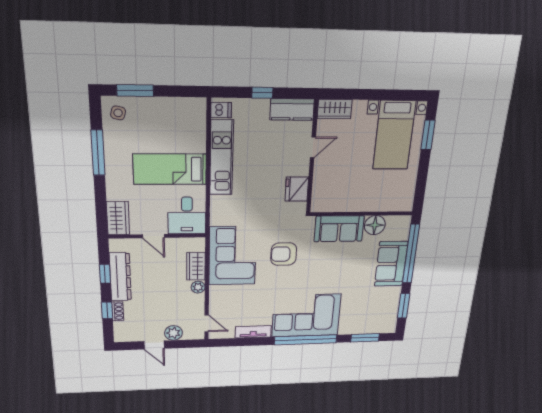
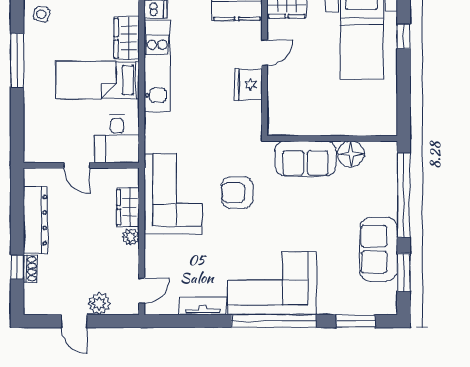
window: (428, 135) -> (404, 36), width x0.67
fridge: (297, 189) -> (248, 84), moved
wardrobe: (118, 218) -> (127, 38), moved, turned 180
sofa: (391, 264) -> (379, 249), moved
window: (105, 274) -> (17, 215), removed
door: (207, 323) -> (142, 291), hinge flipped

